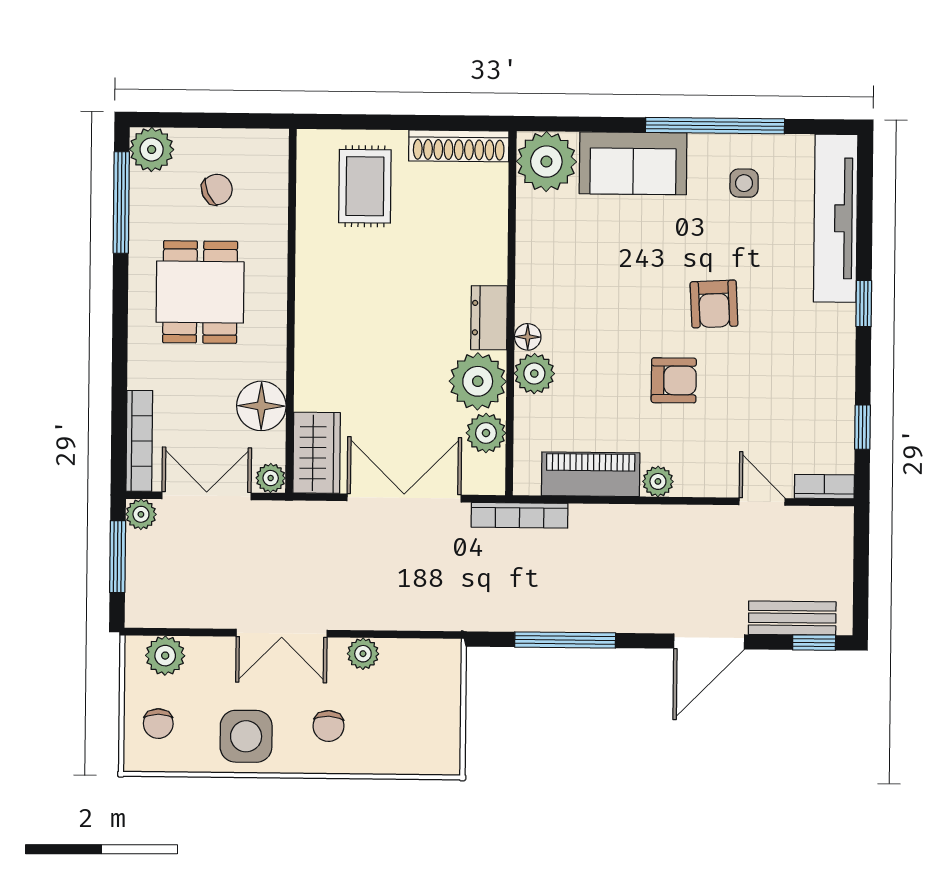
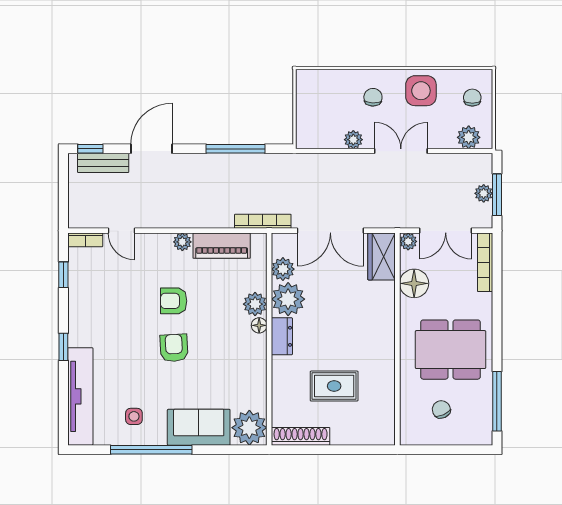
plant: (152, 149) -> (480, 432), removed
rug: (365, 186) -> (334, 386), moved, turned 90
chair: (217, 189) -> (441, 409), turned 90
dining table: (200, 292) -> (451, 350), width x1.37
armchair: (714, 304) -> (174, 348), moved
plant: (141, 514) -> (484, 193), moved

